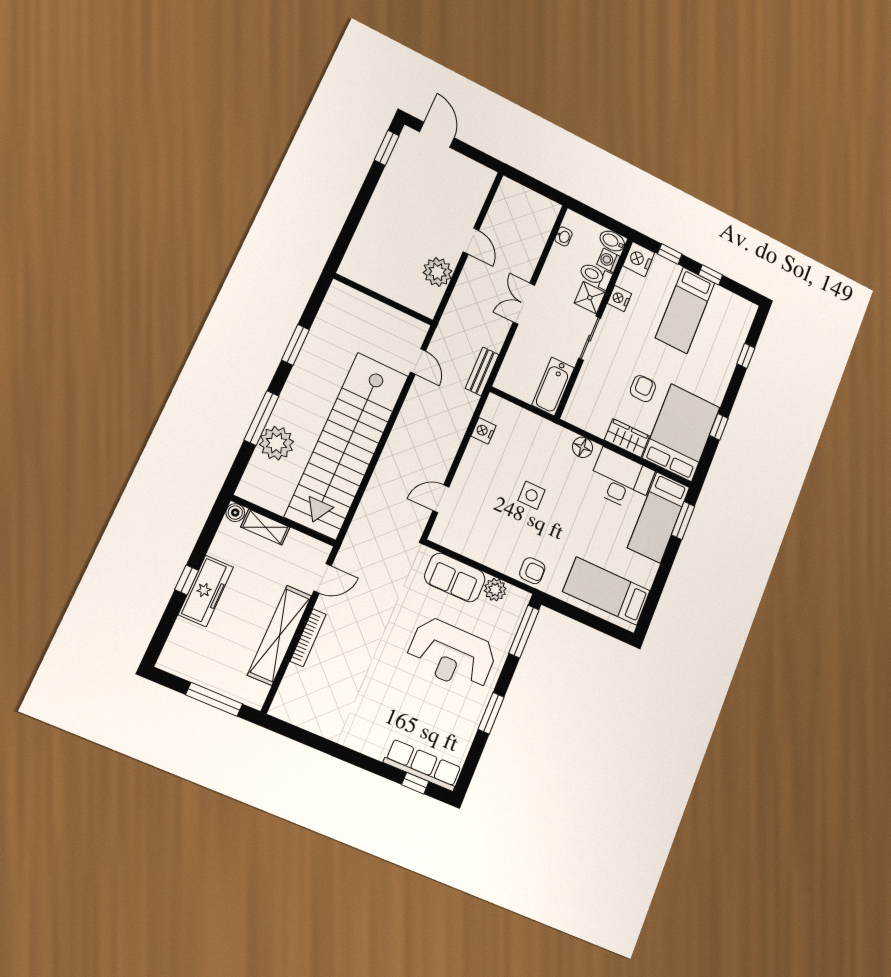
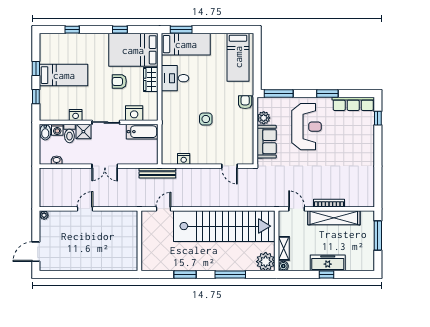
window: (387, 148) -> (57, 274), removed
nightstand: (639, 259) -> (134, 113), moved
plant: (438, 272) -> (44, 215), moved, width x0.53, depth x0.53
bench: (482, 371) -> (157, 173), width x1.36
plant: (277, 443) -> (266, 262), moved
floor lamp: (582, 447) -> (167, 102), removed
desk: (621, 480) -> (175, 78), width x0.73
row of seats: (423, 765) -> (353, 104), moved, turned -90

